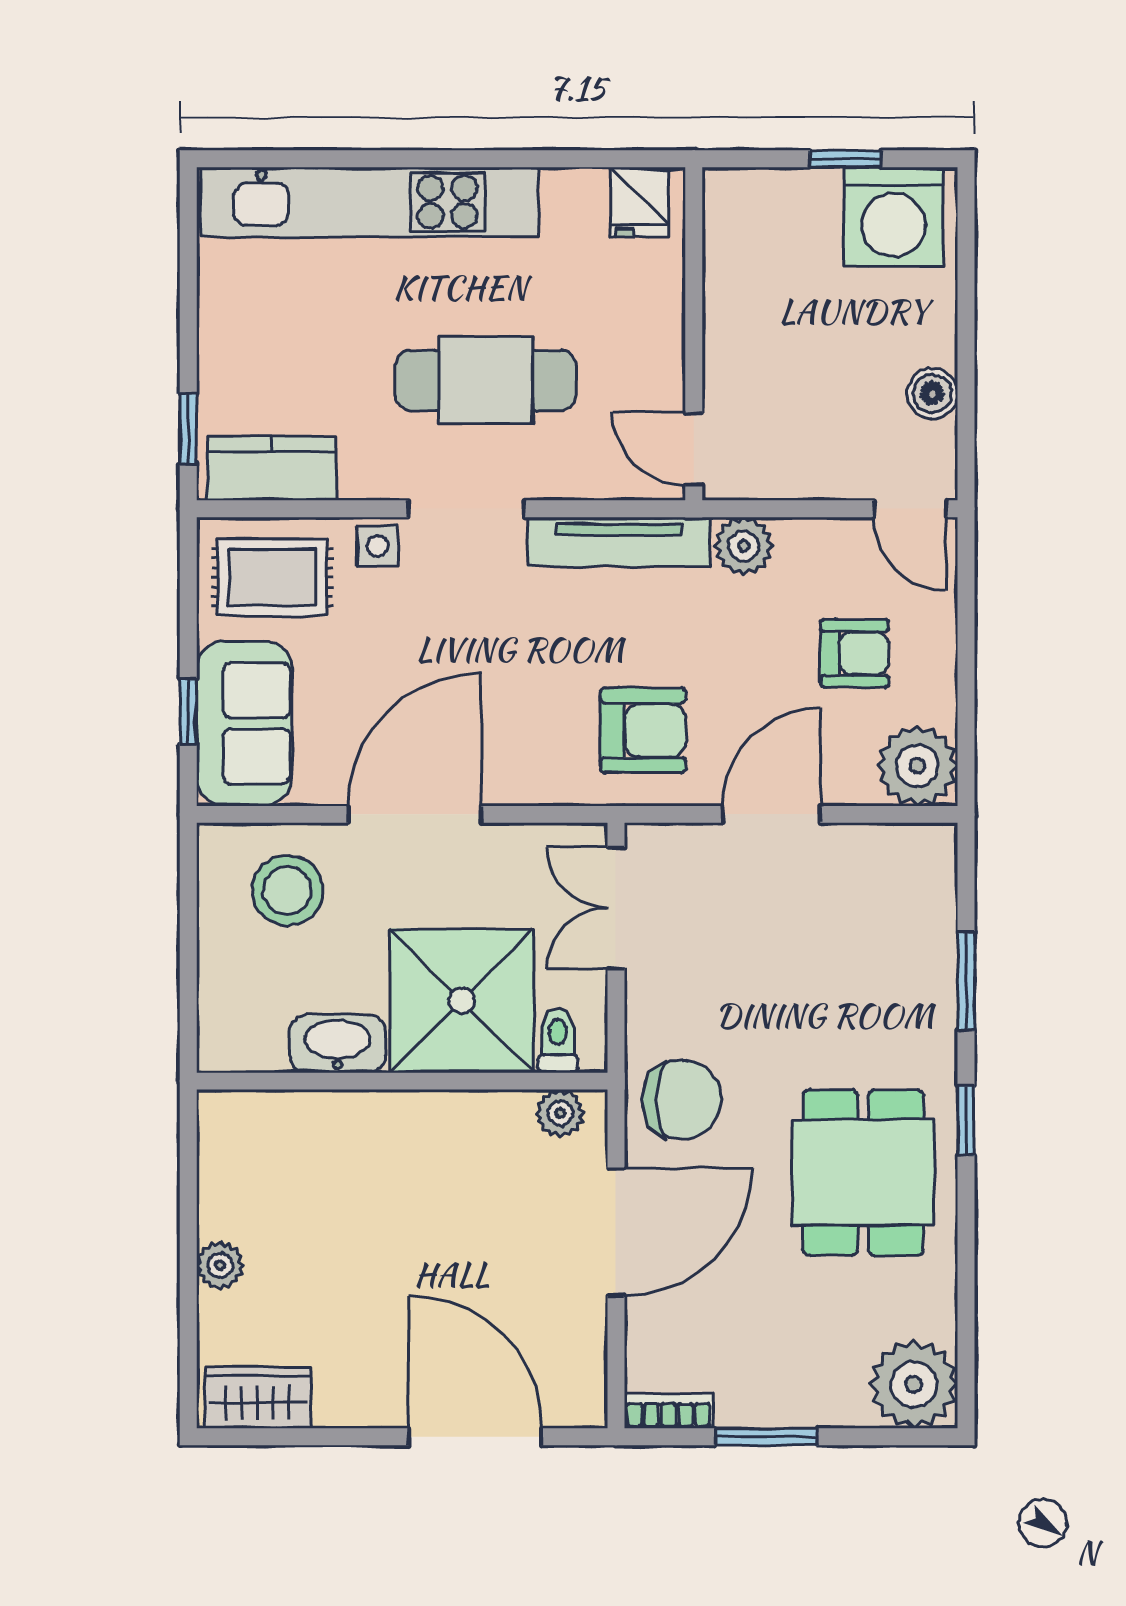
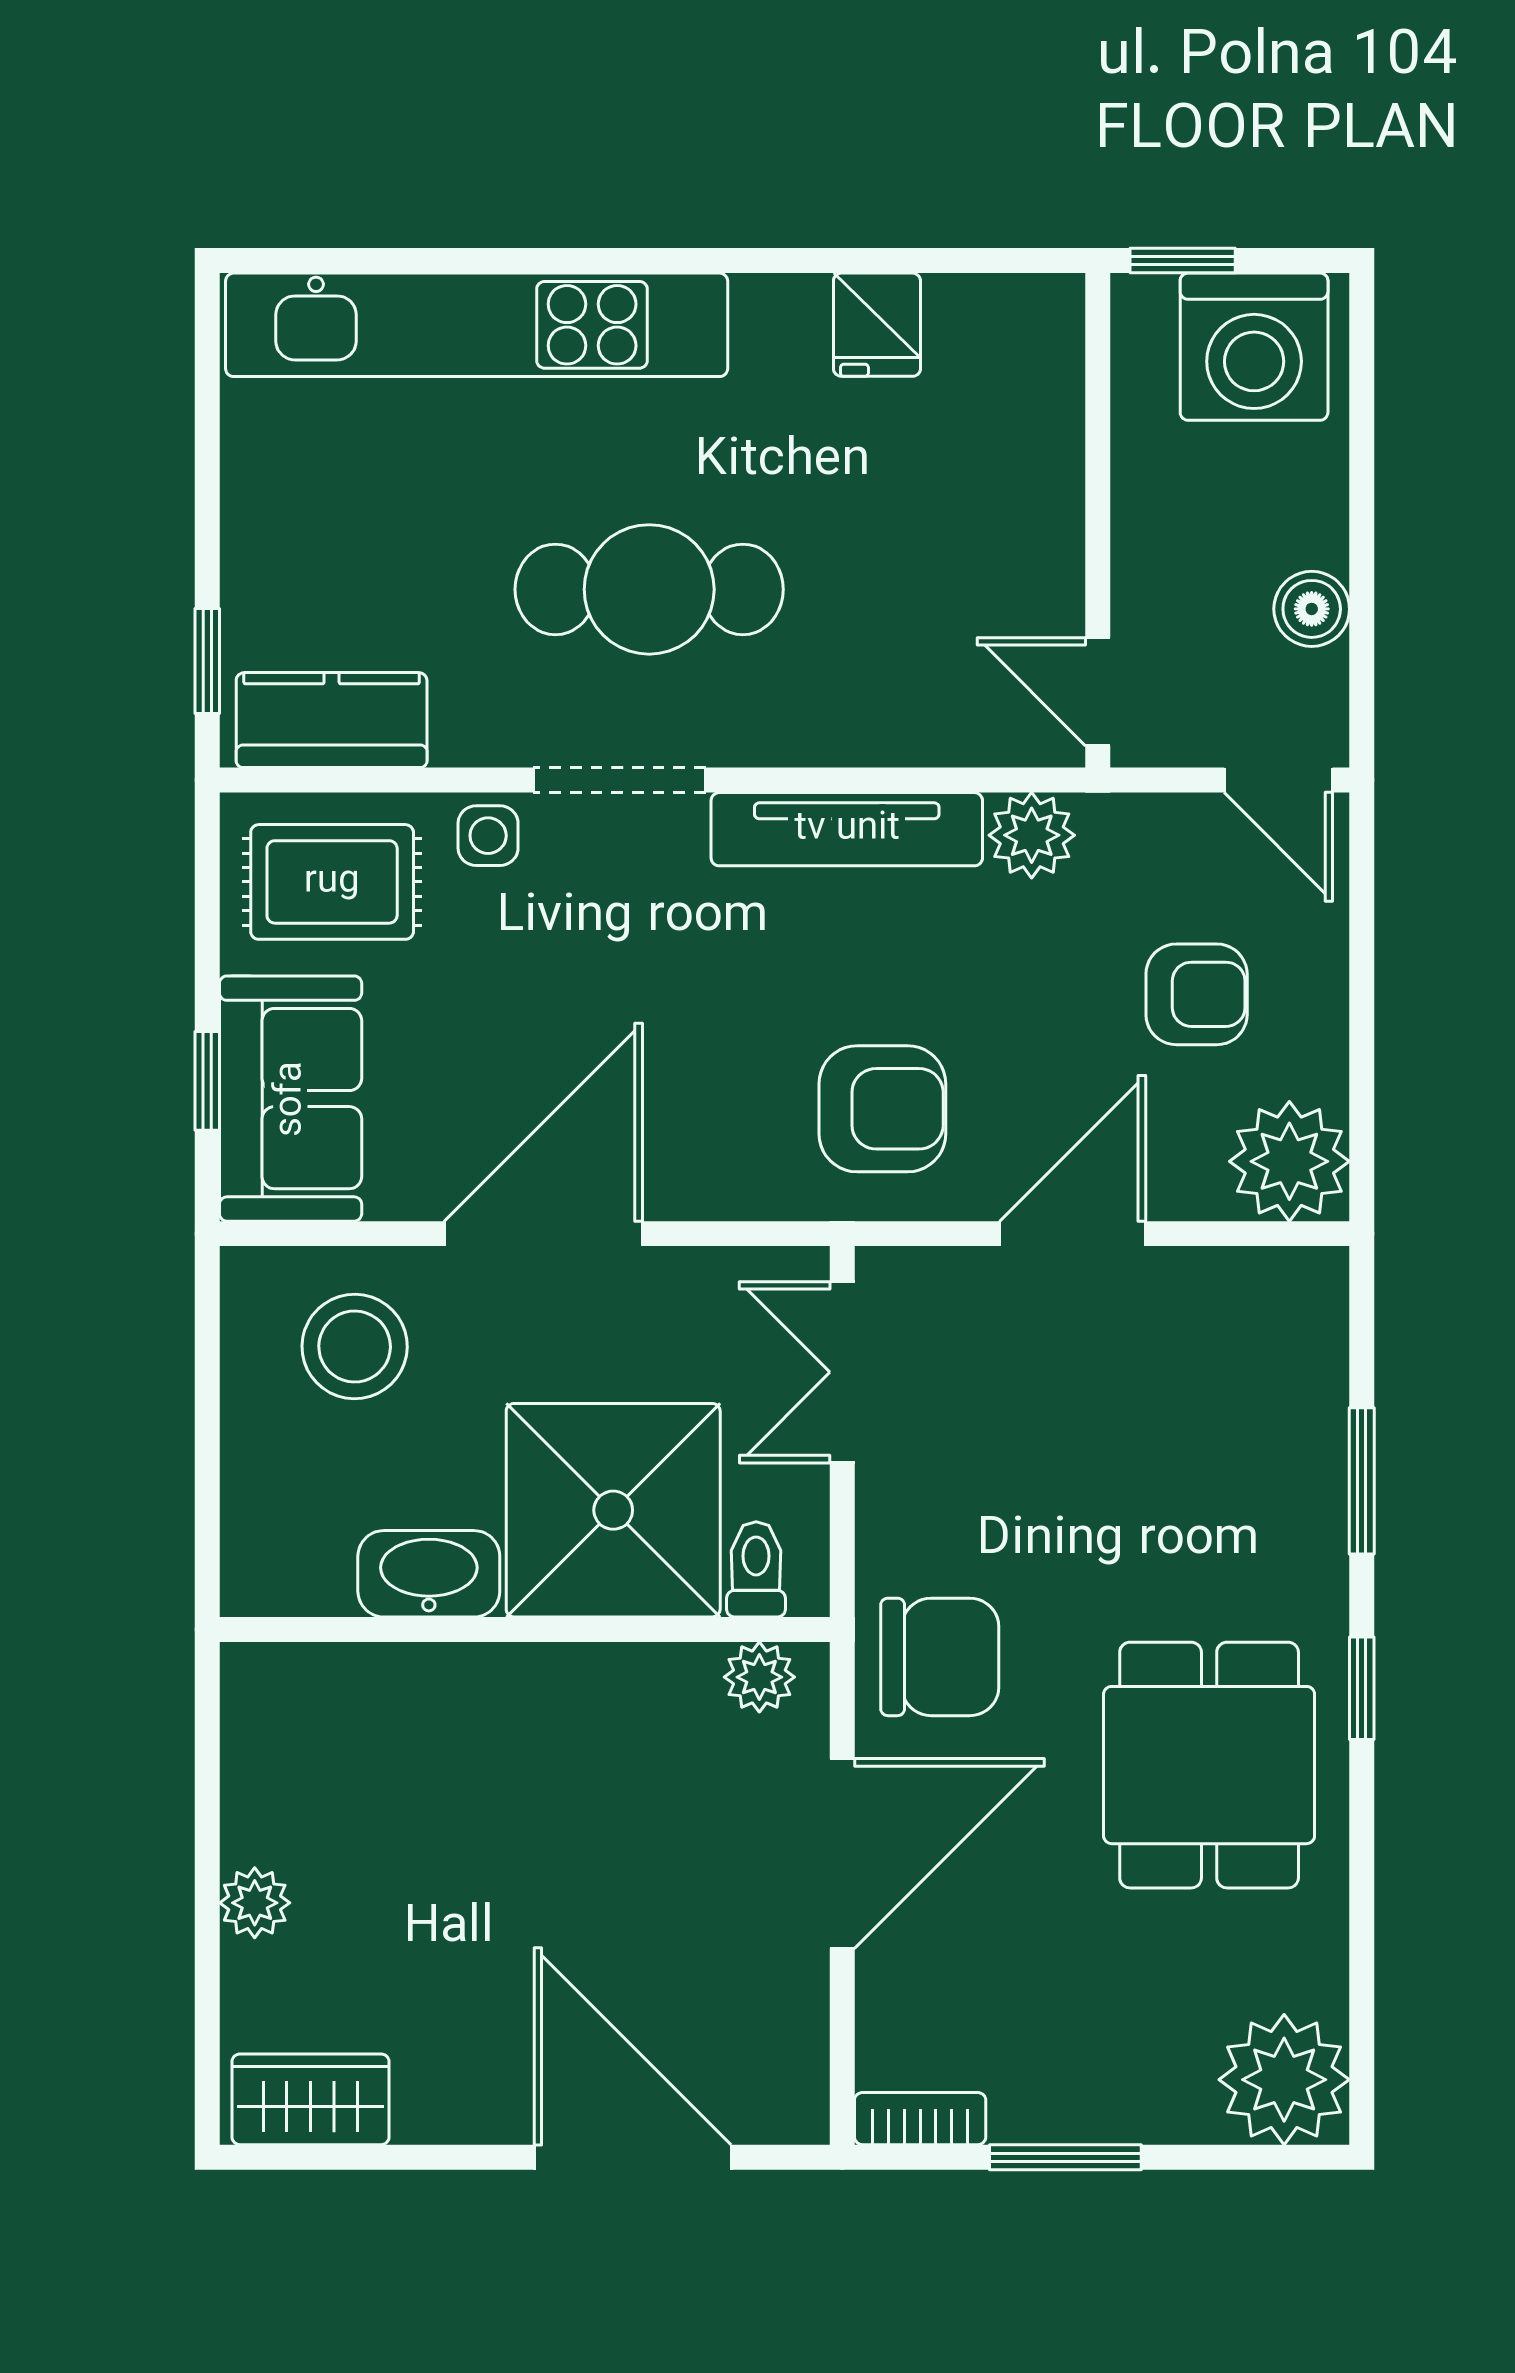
wall: (694, 334) -> (1098, 520), moved
door: (694, 449) -> (1098, 692), moved

